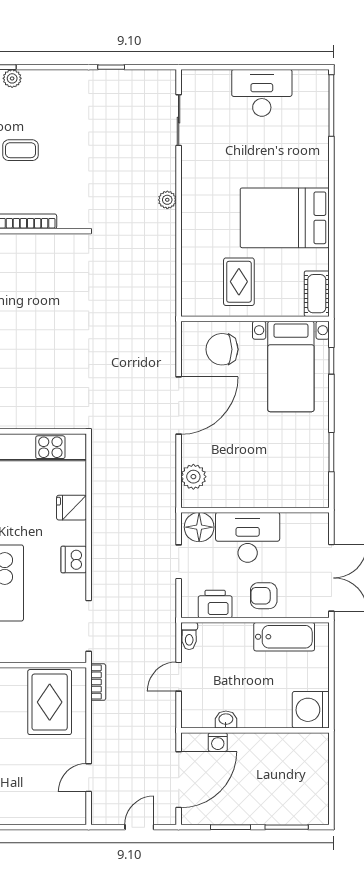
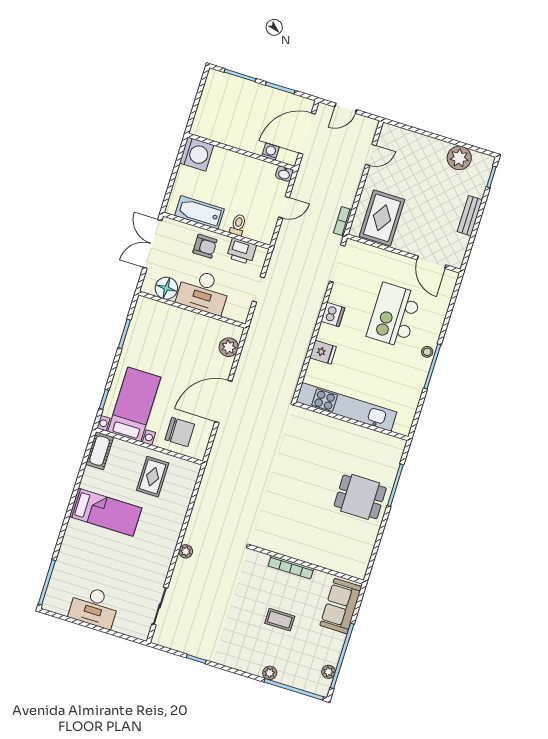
bed: (285, 218) -> (106, 512), width x0.67
floor lamp: (199, 527) -> (166, 288), moved
toilet: (189, 636) -> (238, 225), moved
washbasin: (226, 720) -> (284, 174), moved

